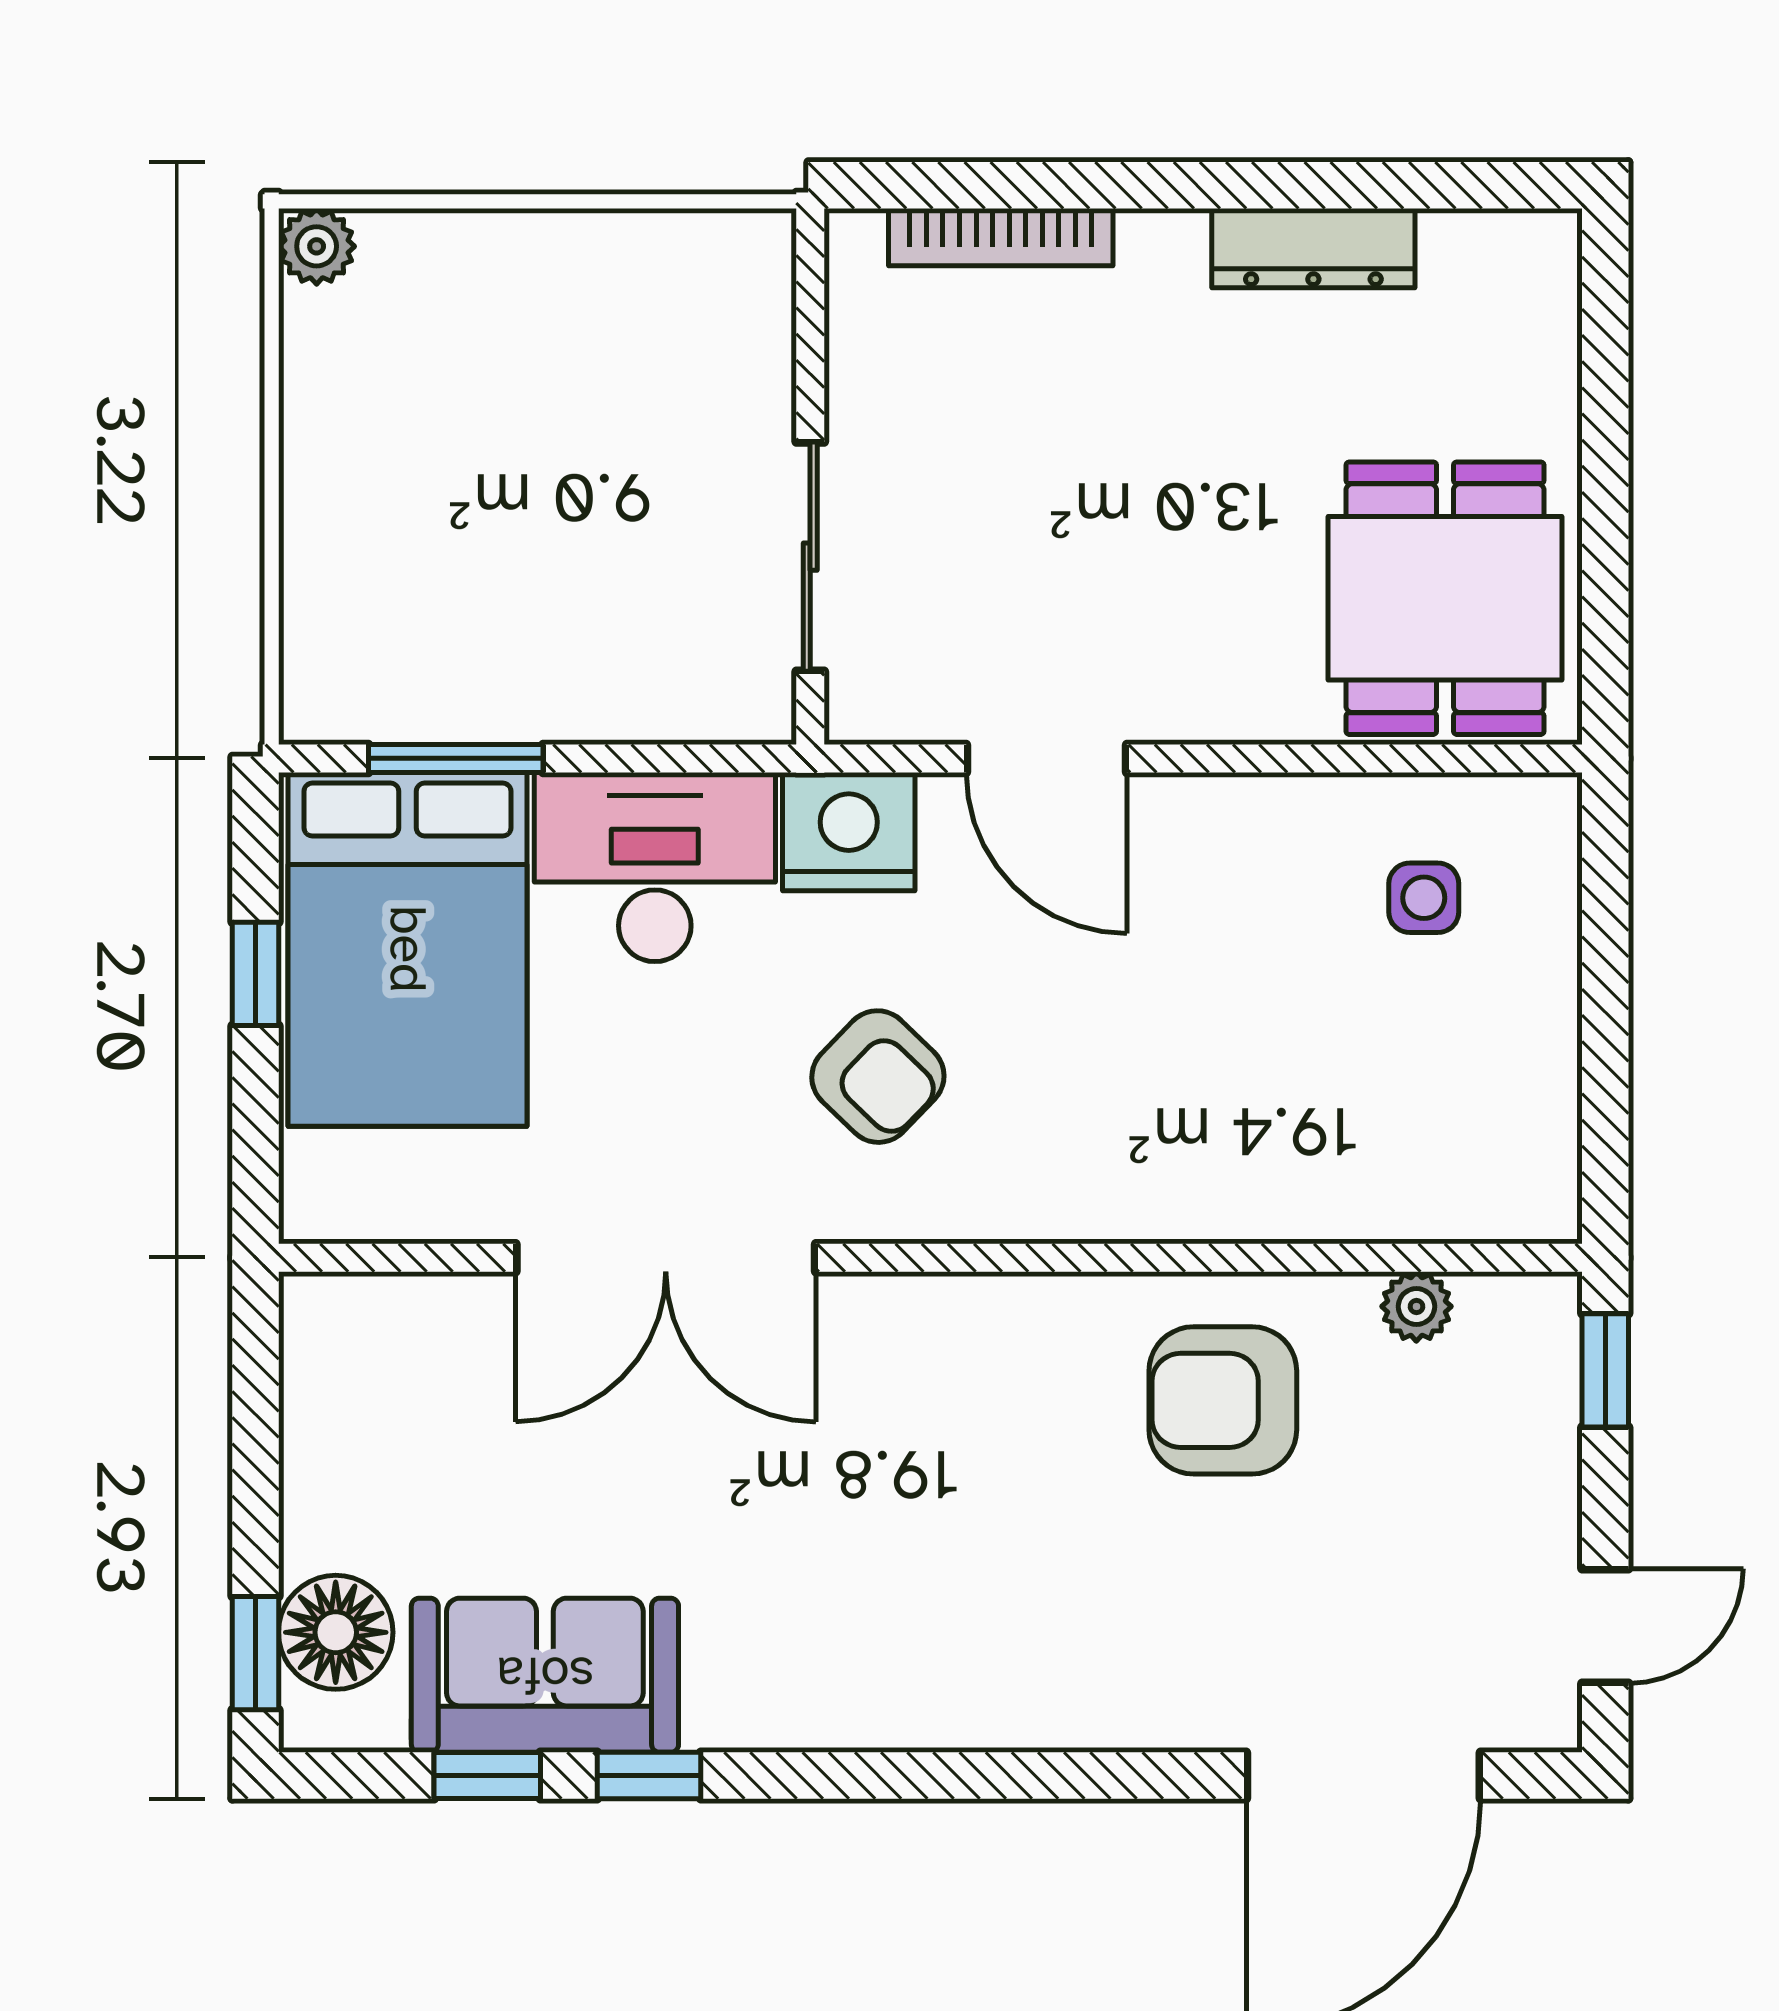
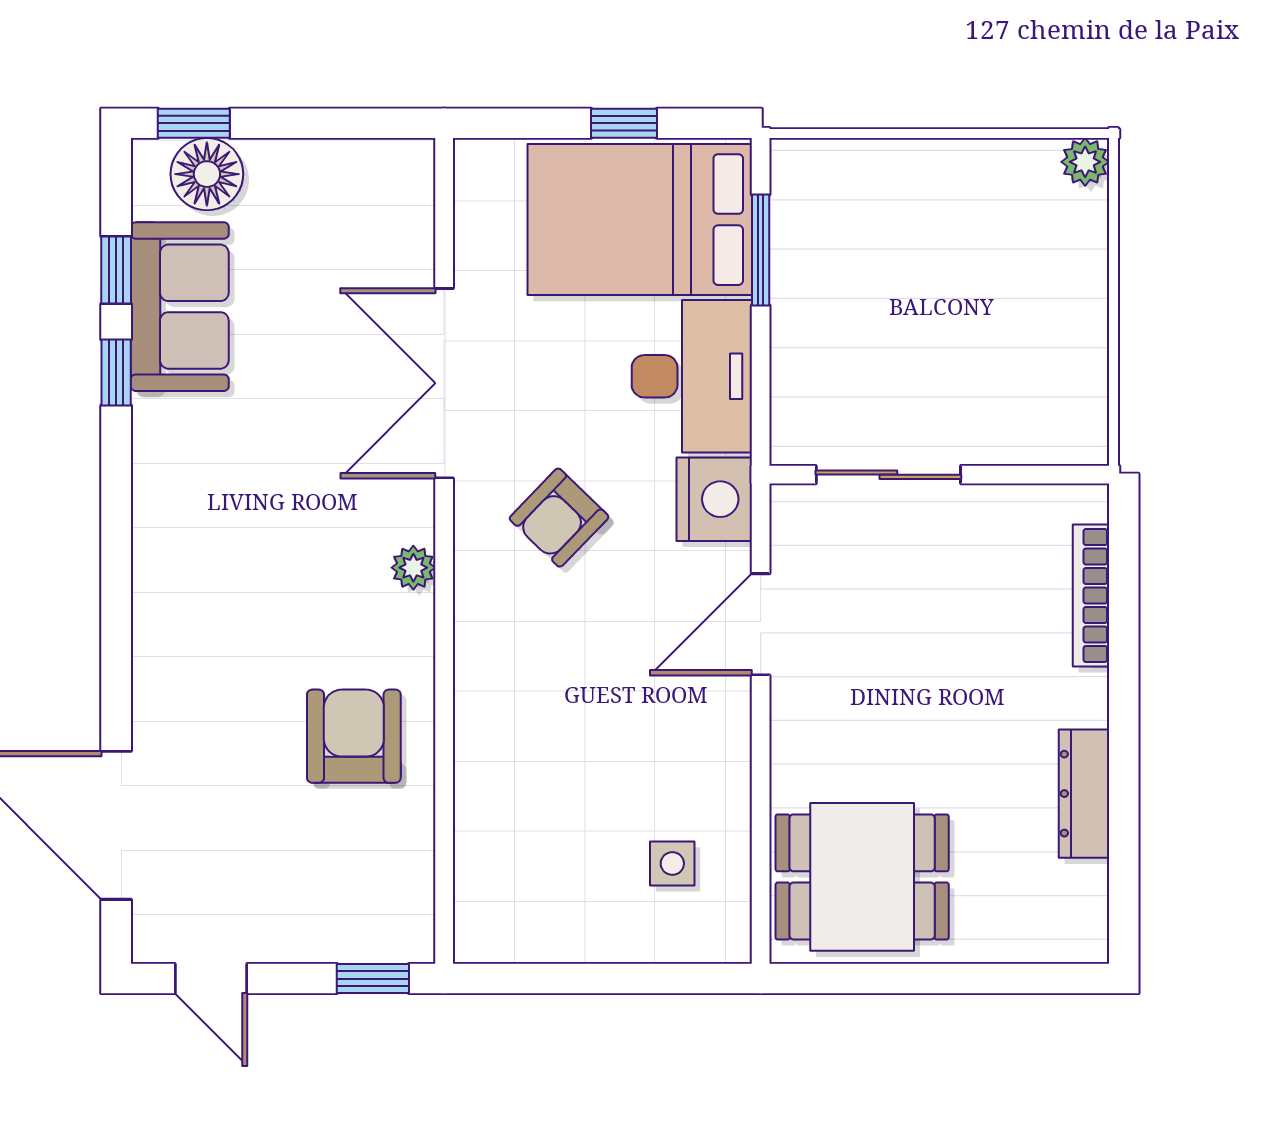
plant: (1416, 1306) -> (413, 568), moved

